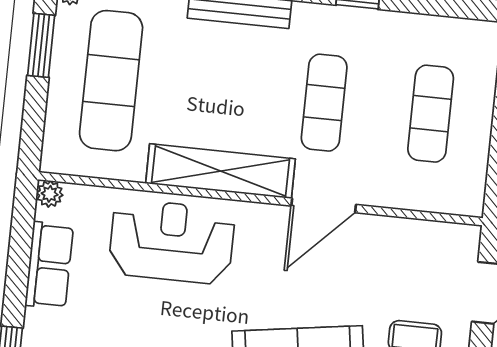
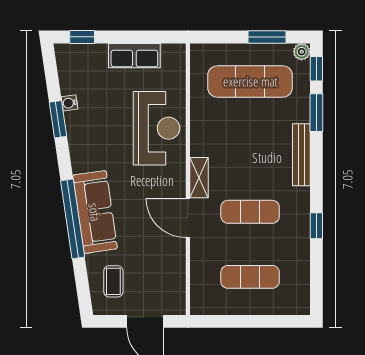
shelving: (220, 171) -> (199, 178), width x0.45, depth x0.75
plant: (50, 194) -> (178, 51), removed

